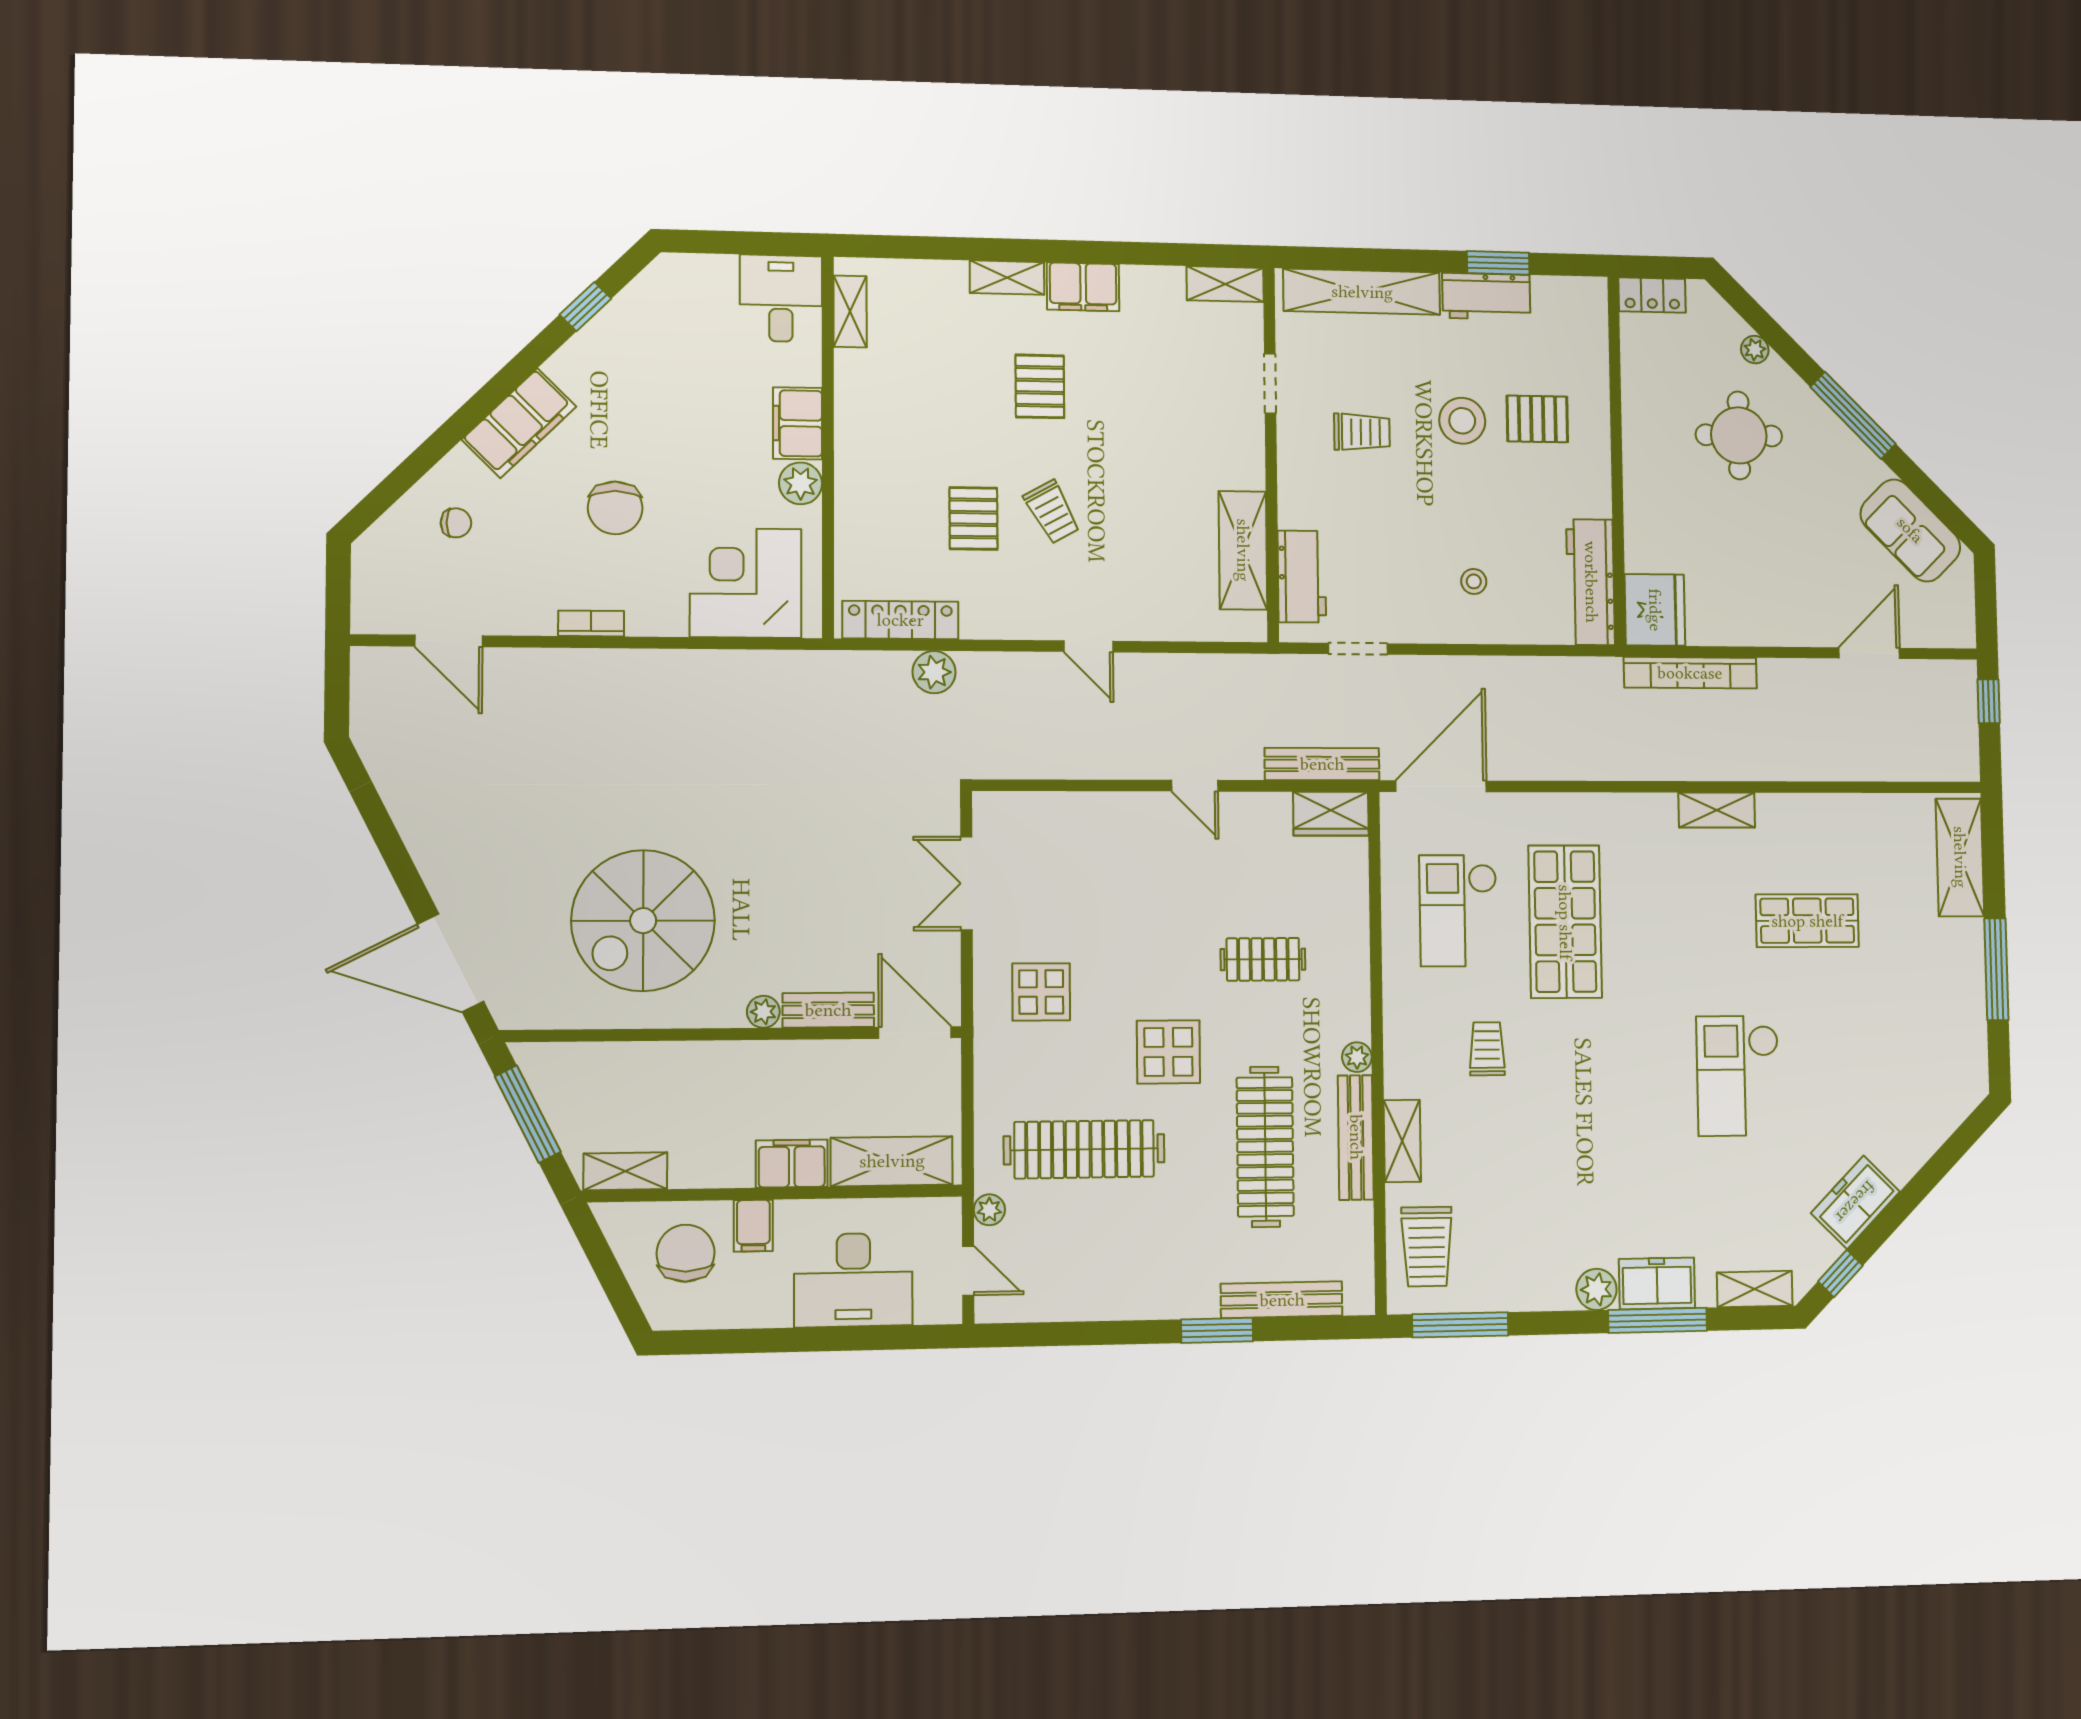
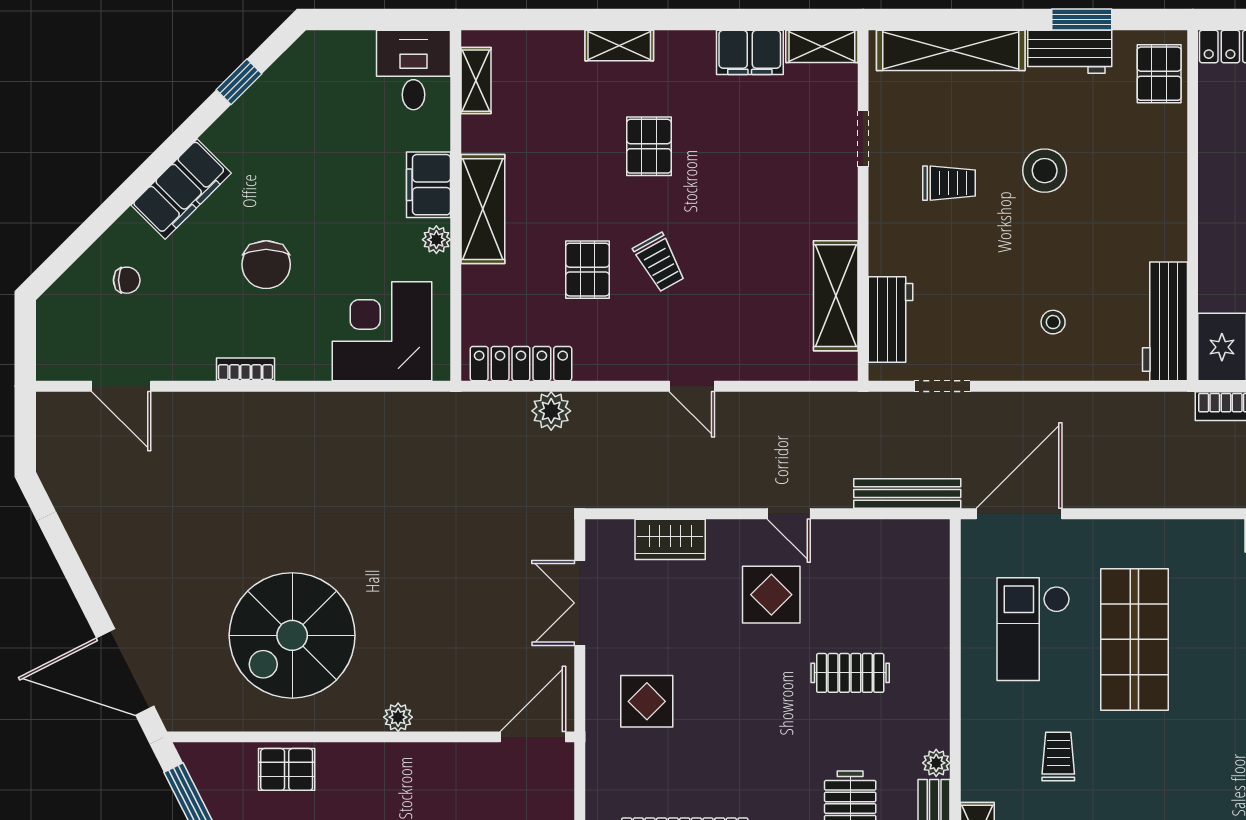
filing cabinet: (1083, 287) -> (750, 52), moved
pallet: (1537, 419) -> (1159, 74), moved, turned 90
shelving: (858, 451) -> (483, 209), added
plant: (801, 483) -> (436, 240), width x0.73, depth x0.73
wardrobe: (1331, 814) -> (670, 539), moved
bench: (828, 1010) -> (456, 716), removed
door: (915, 1033) -> (533, 737), hinge flipped
display table: (1168, 1052) -> (771, 595), moved
pallet: (636, 1072) -> (287, 769), added

